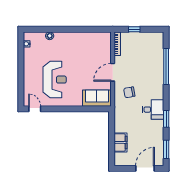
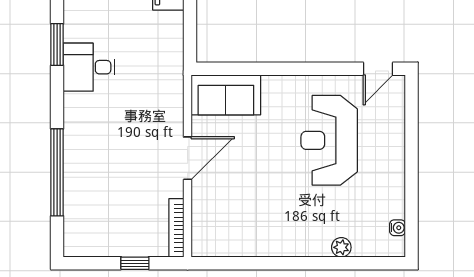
chair: (129, 92) -> (147, 109), removed
door: (35, 109) -> (378, 69), hinge flipped

